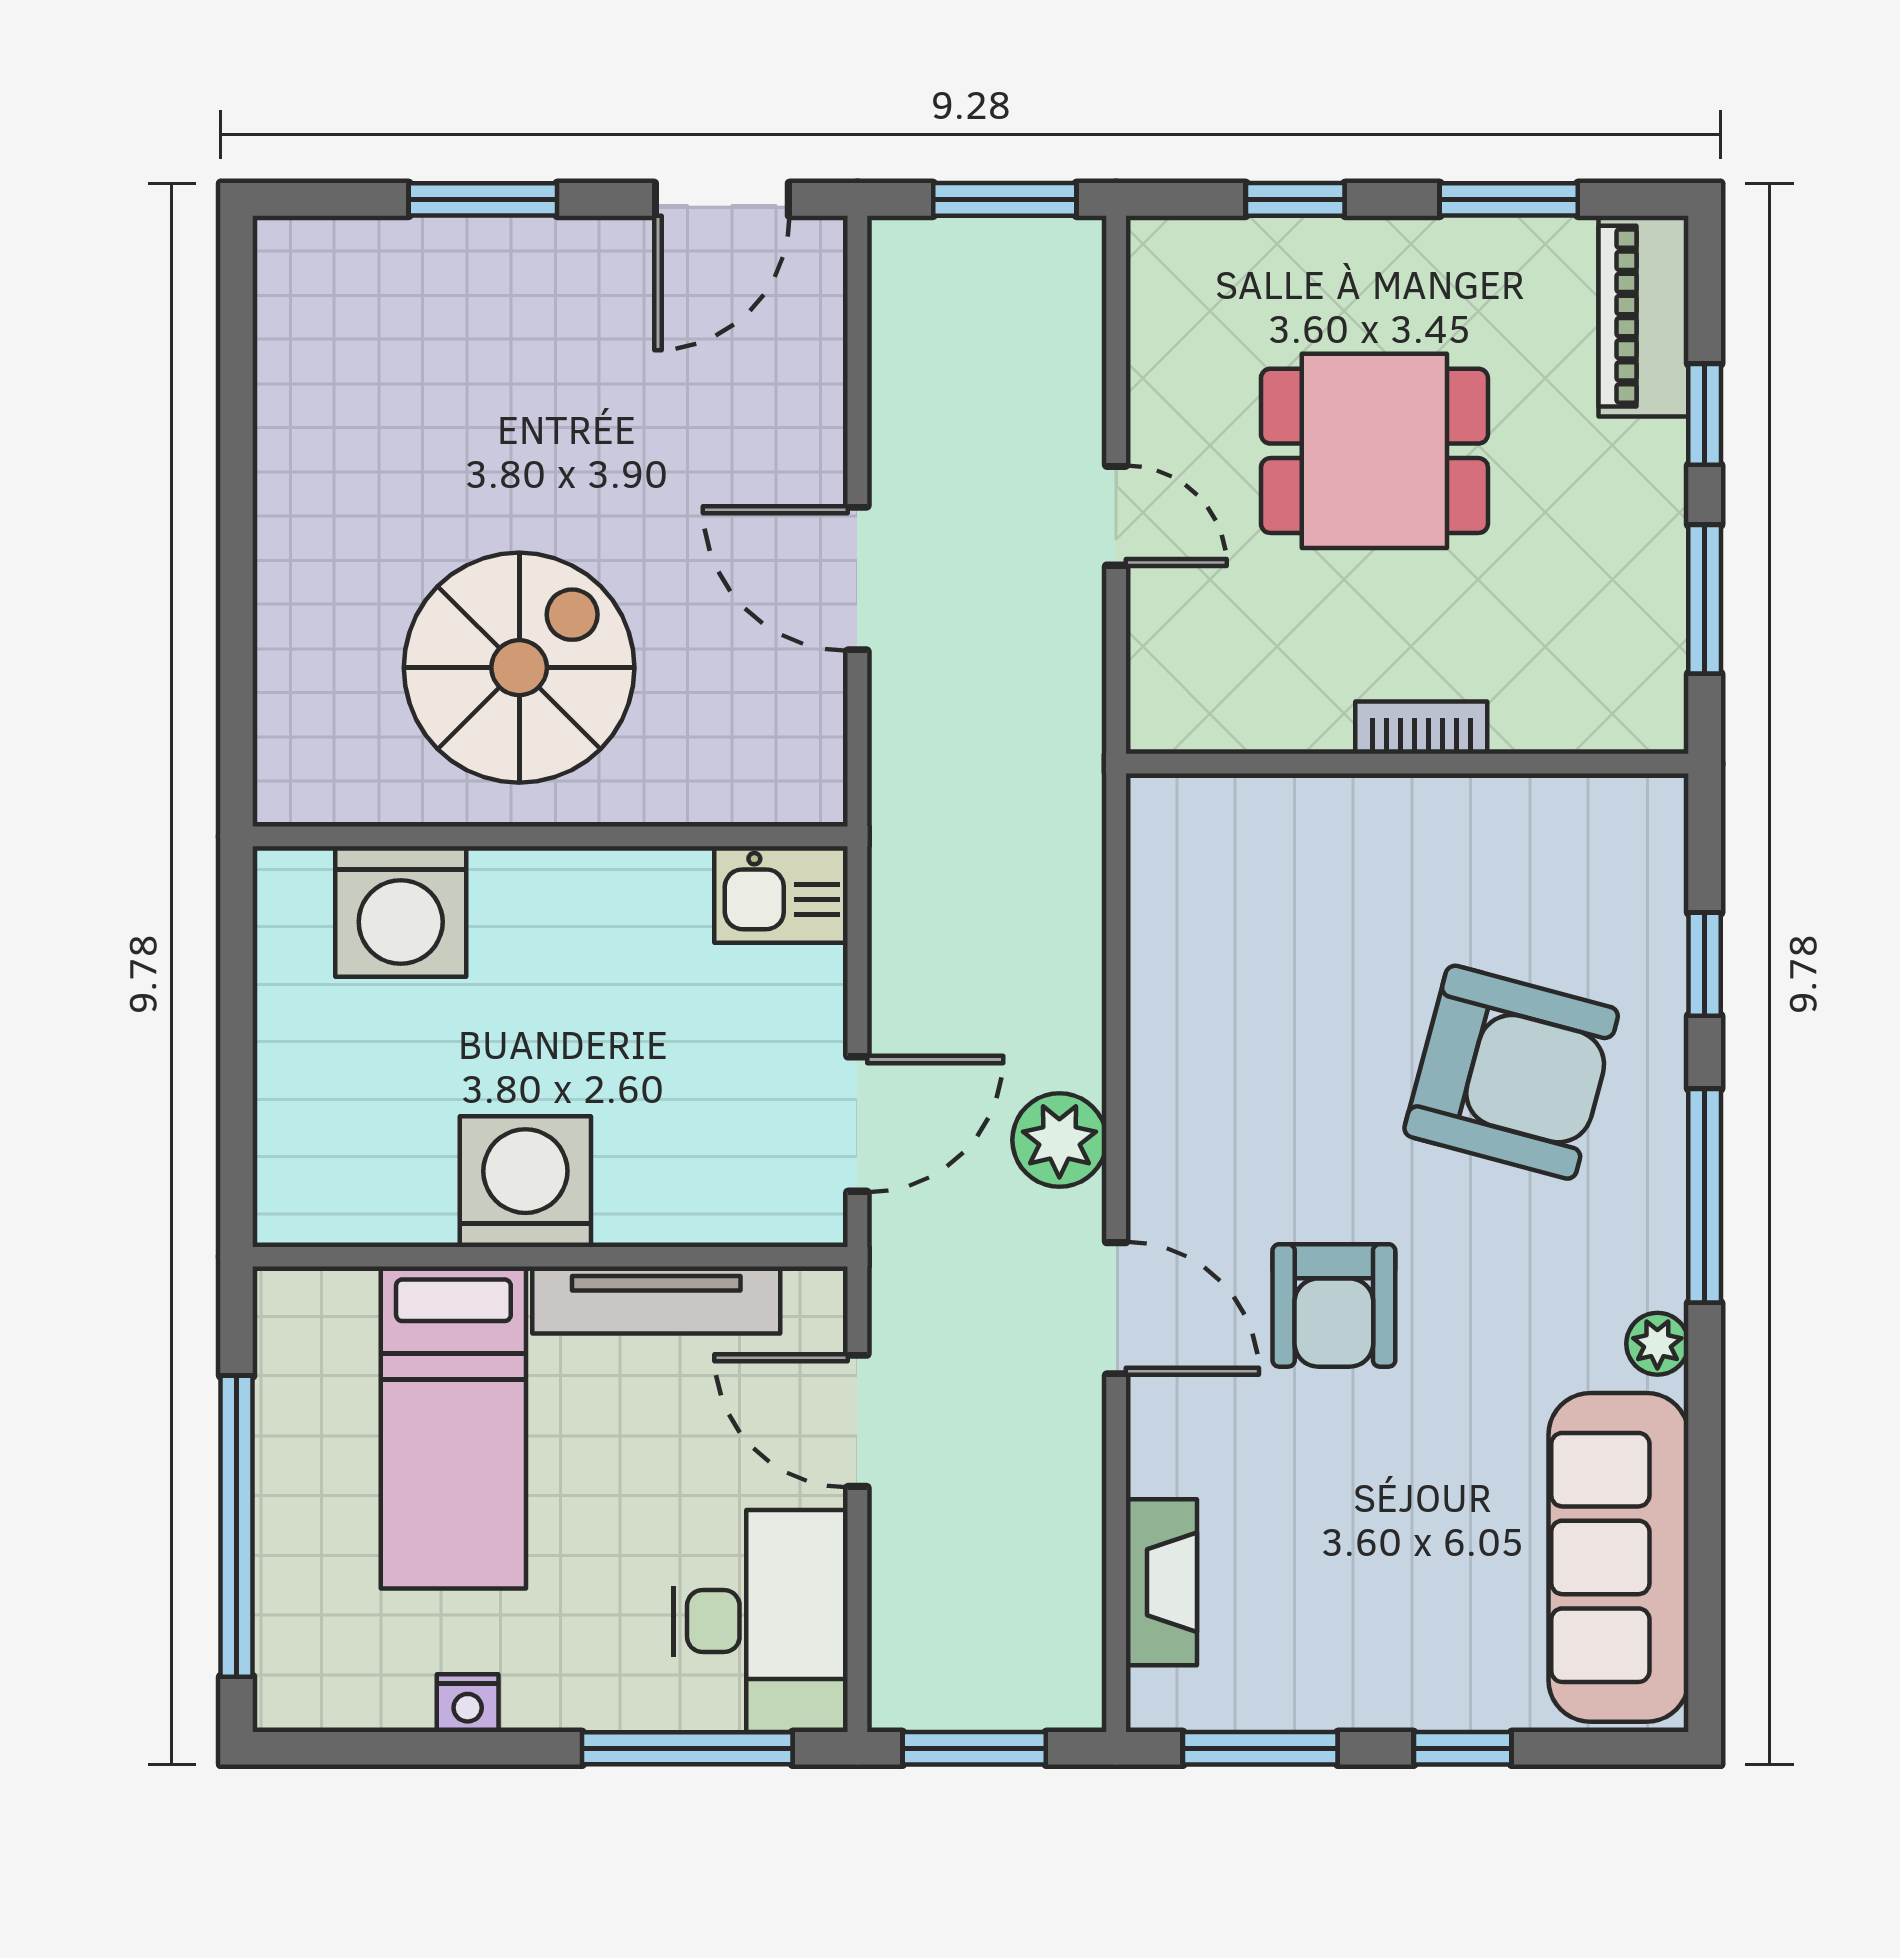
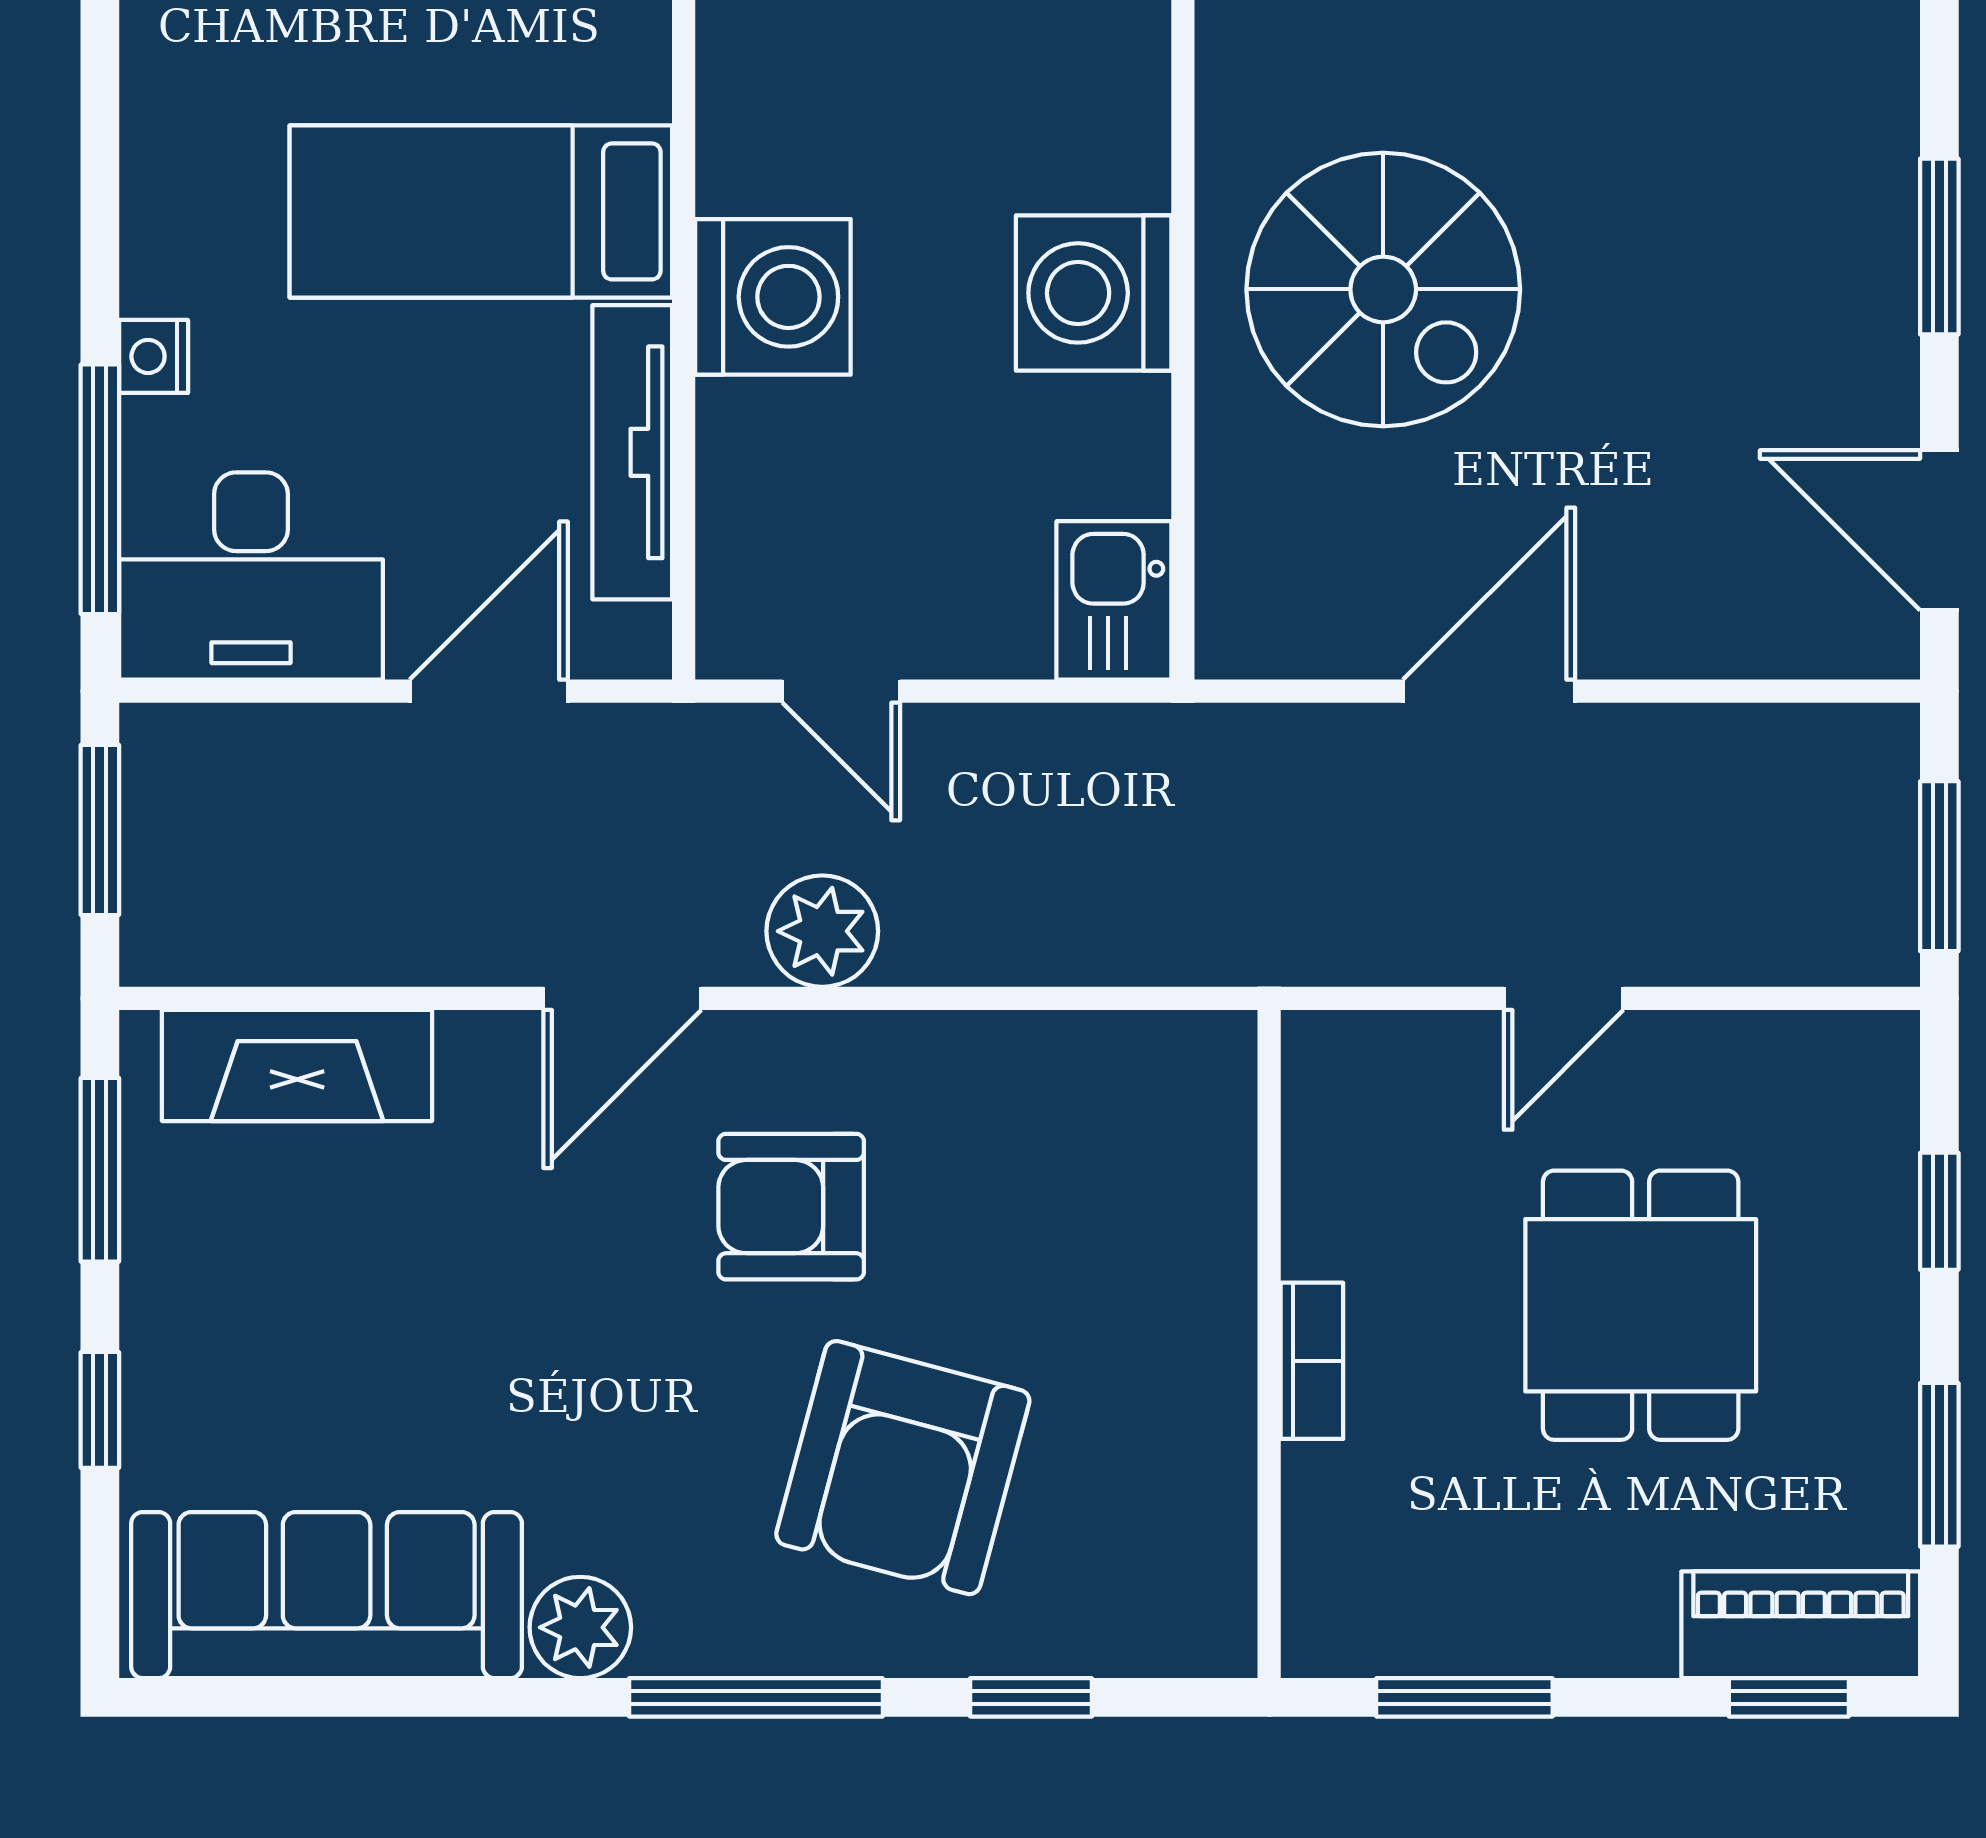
window: (1705, 414) -> (1789, 1697), moved
washing machine: (401, 912) -> (1094, 293), moved
door: (857, 1124) -> (841, 691), width x0.73
armchair: (1334, 1305) -> (791, 1207), moved
plant: (1657, 1344) -> (580, 1627), width x1.38, depth x1.38
fireplace: (1161, 1582) -> (297, 1066), width x1.37, depth x1.32
nightstand: (468, 1703) -> (154, 356), moved

